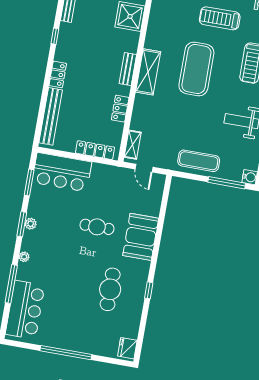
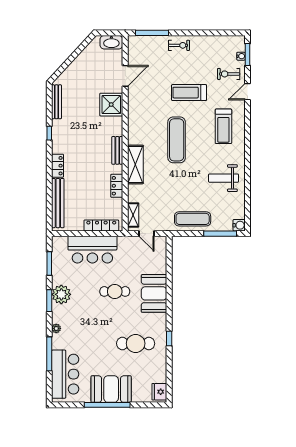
exercise mat: (196, 69) -> (177, 140), width x0.68
shelving: (148, 72) -> (135, 164), moved
bar counter: (62, 172) -> (92, 250), moved
plant: (31, 224) -> (61, 294), width x1.87, depth x1.87
cafe table: (110, 289) -> (136, 343), turned 90
booth: (74, 336) -> (111, 389), added

